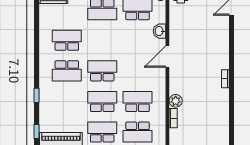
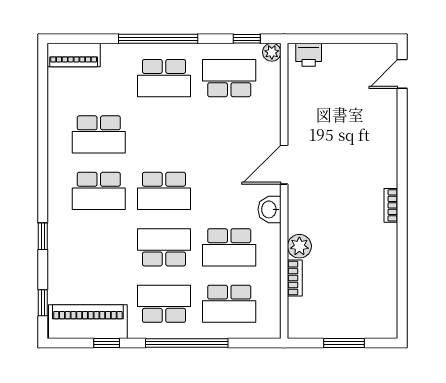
washbasin: (159, 31) -> (269, 209), moved
school desk: (67, 40) -> (99, 134), turned 180
school desk: (102, 71) -> (164, 191), turned 180
school desk: (138, 101) -> (229, 247), turned 180

